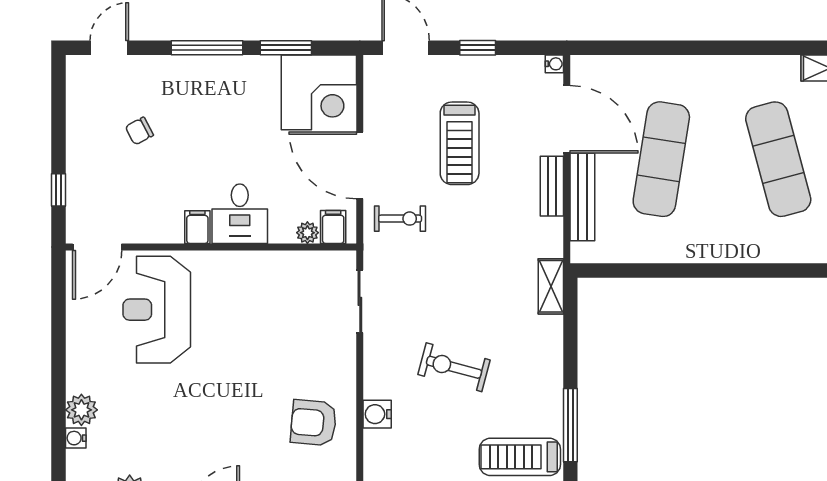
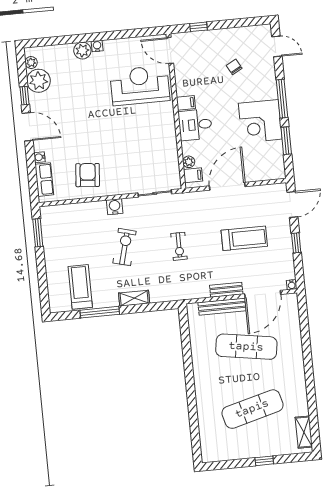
corner desk: (319, 92) -> (260, 121), moved
treadmill: (460, 143) -> (244, 238), turned 180
exercise bike: (400, 219) -> (179, 246), moved
shelving: (551, 286) -> (134, 298), moved
water cooler: (377, 414) -> (115, 207), moved
water cooler: (76, 438) -> (97, 46), moved

